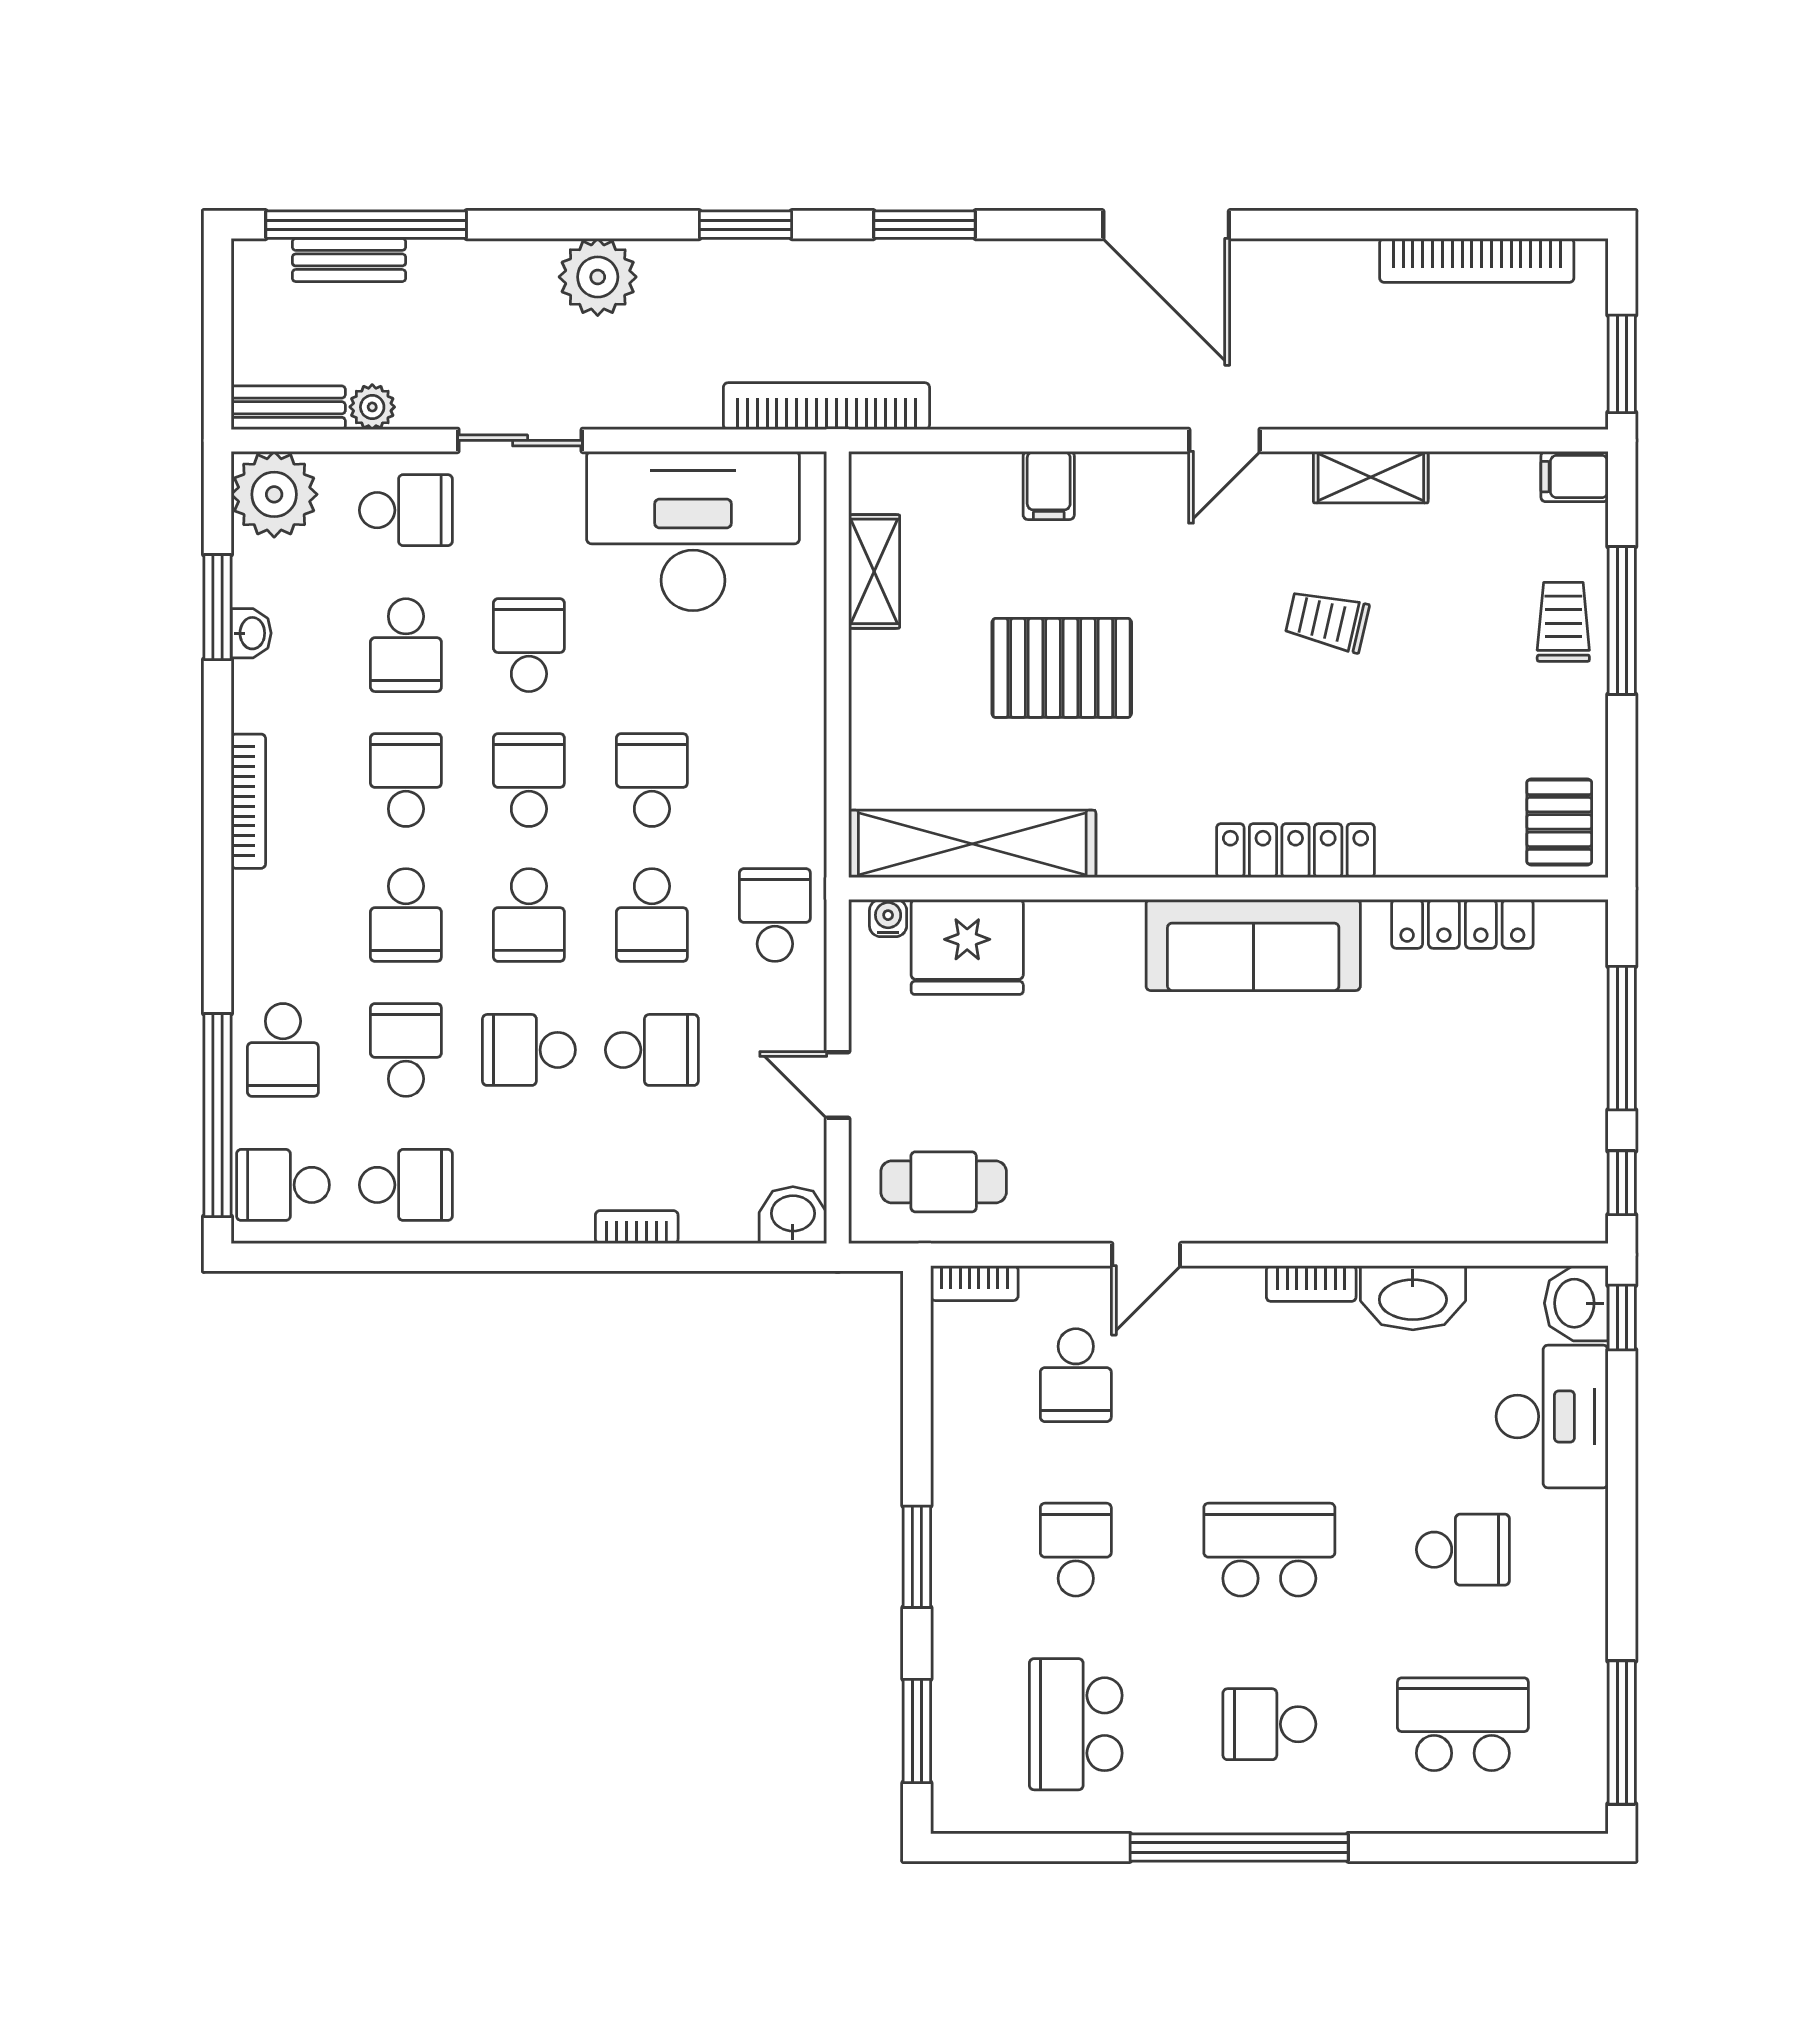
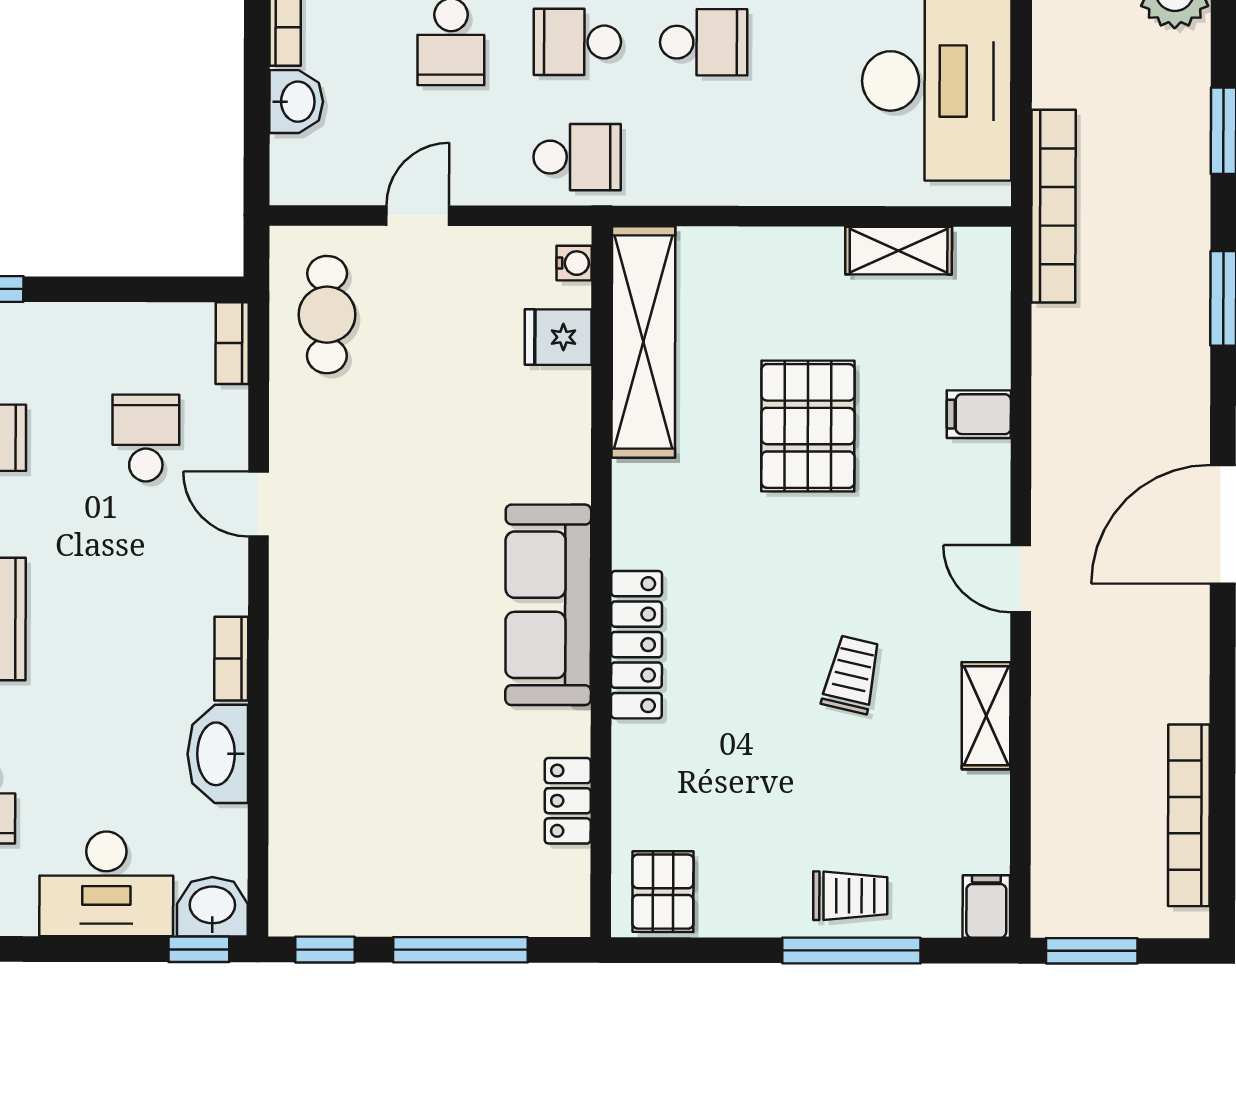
pallet: (1559, 822) -> (663, 892), turned 90
locker: (1462, 924) -> (568, 801), width x0.66
fridge: (967, 947) -> (558, 337), width x0.53, depth x0.75
washbasin: (793, 1215) -> (296, 102), moved
school desk: (1076, 1375) -> (146, 438), turned 90

